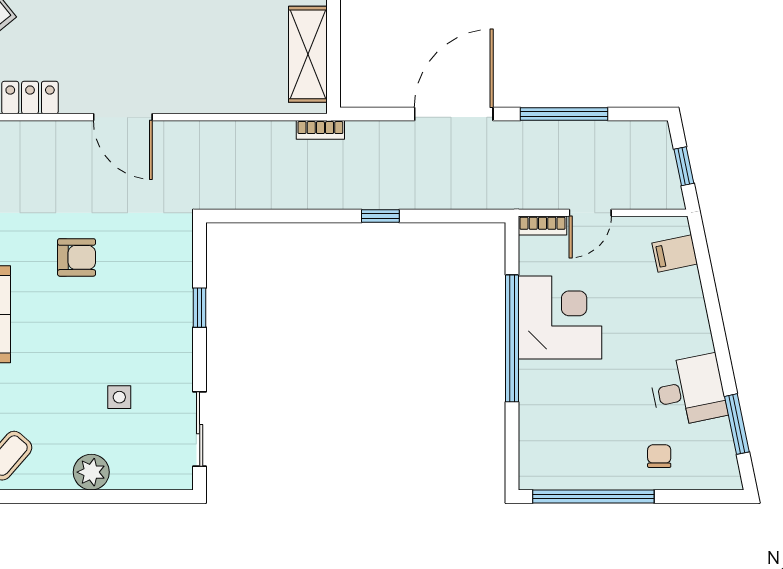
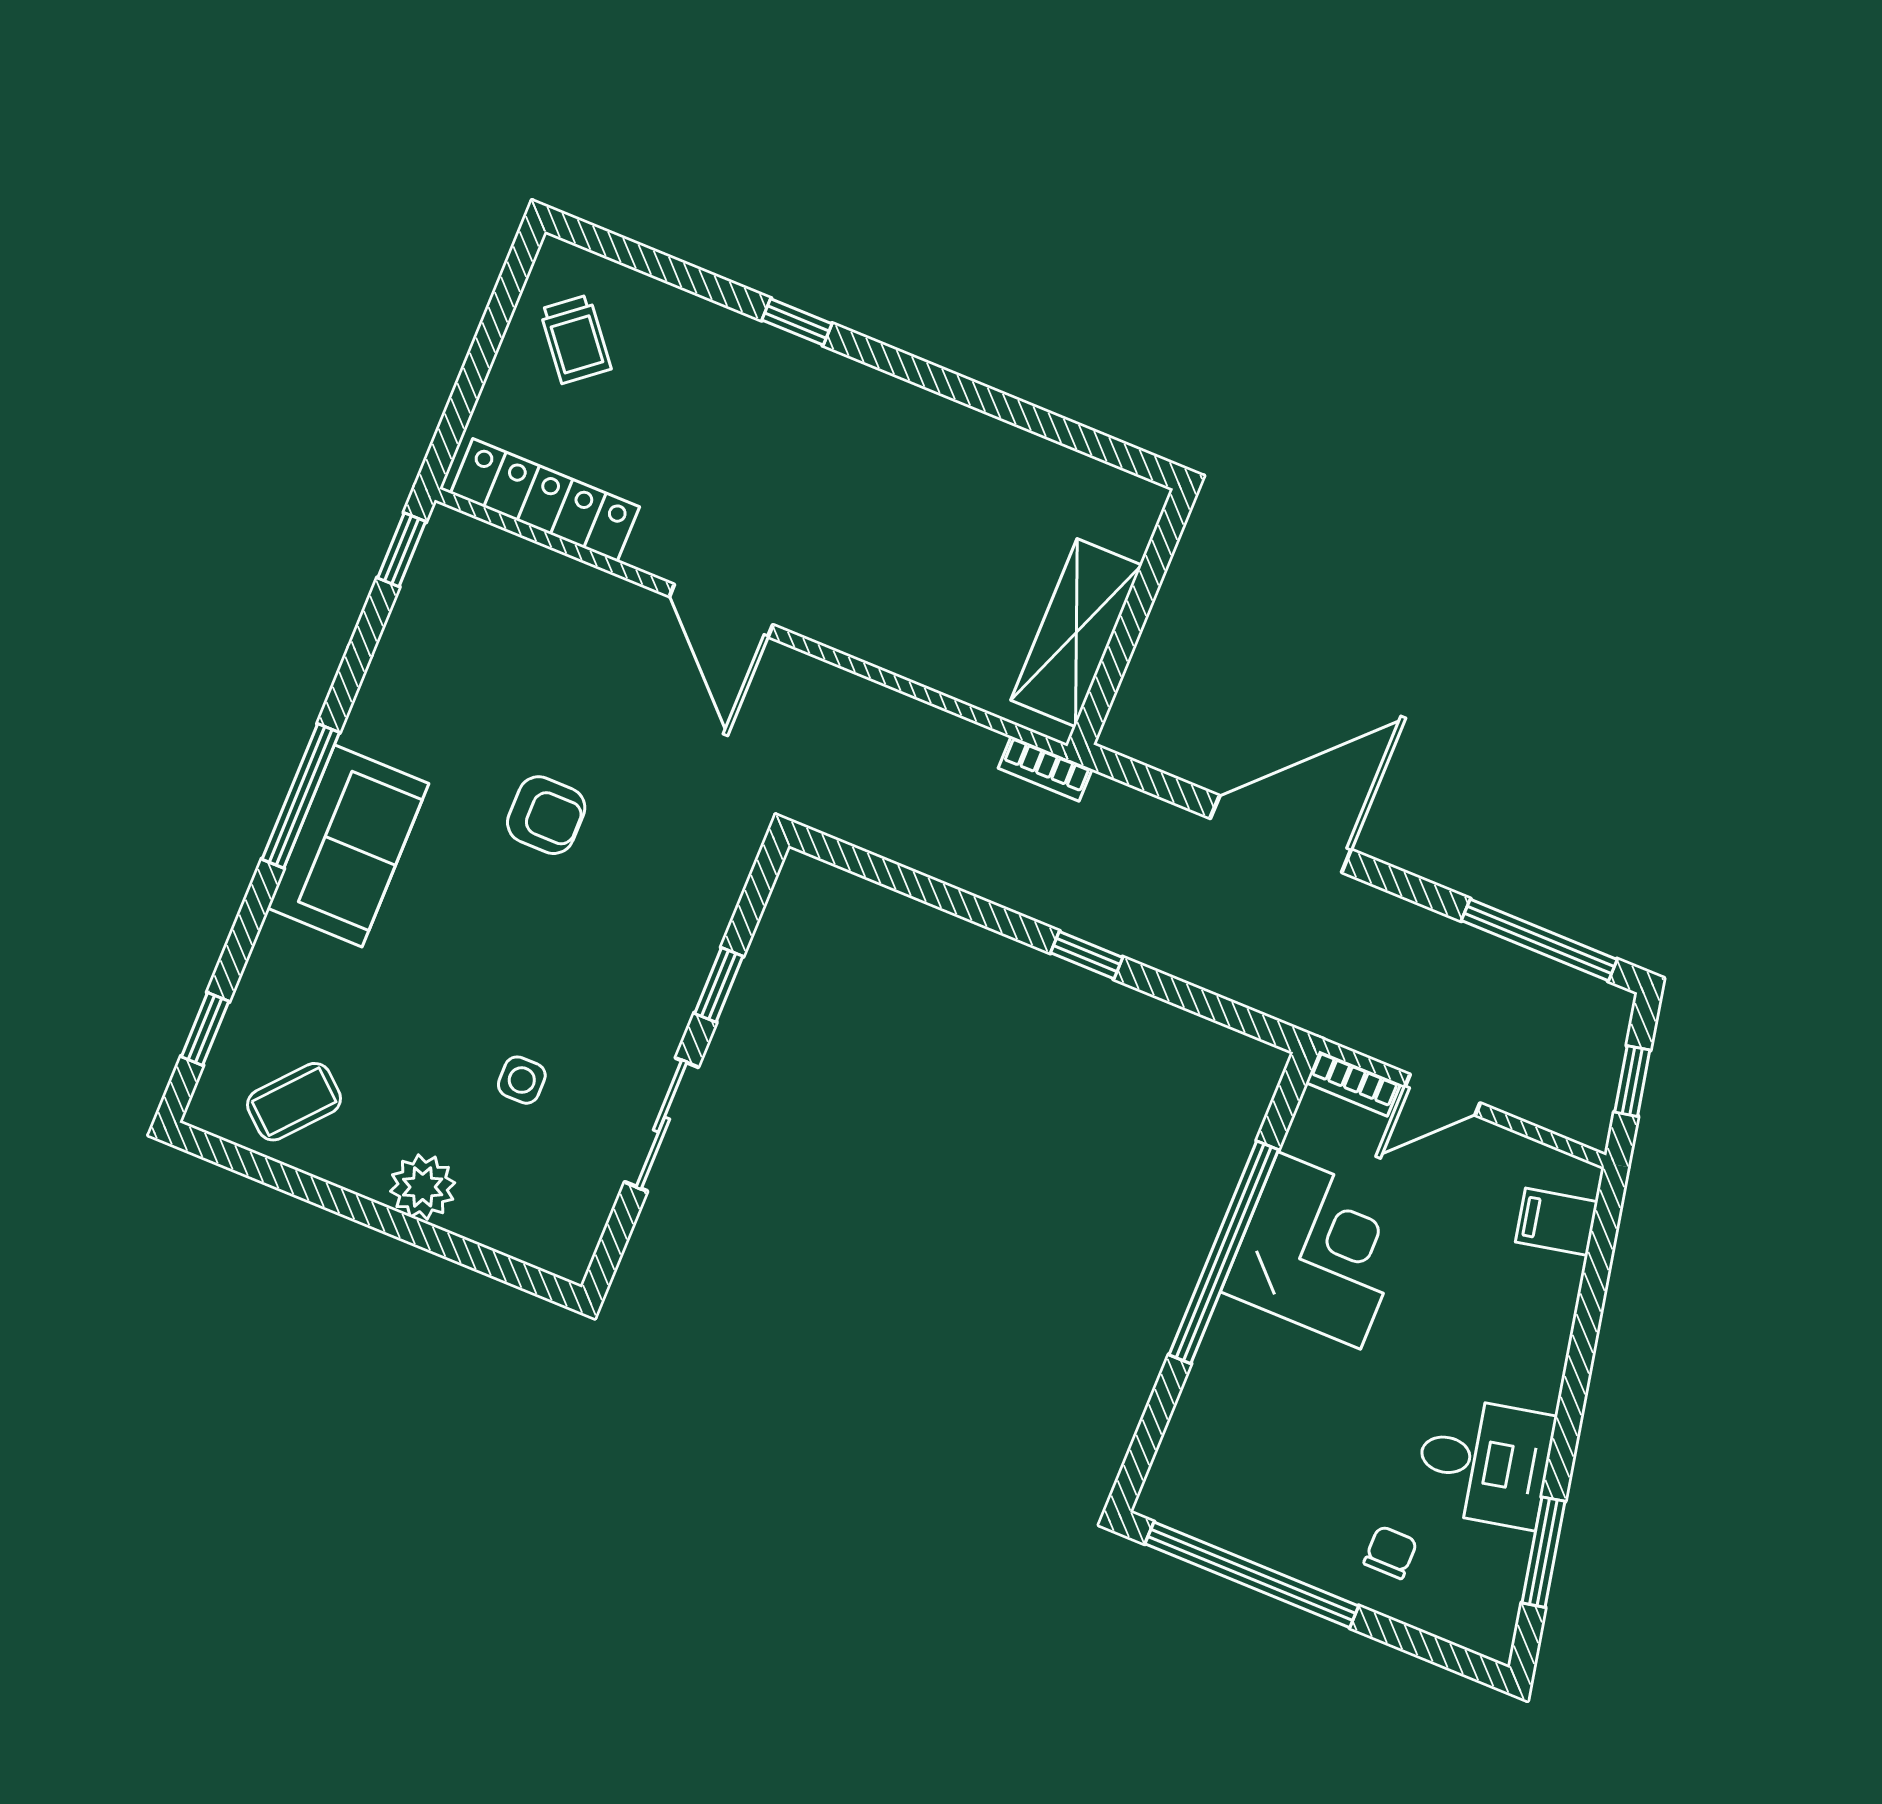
window: (564, 114) -> (1539, 940), moved
sliding door: (200, 429) -> (661, 1125), moved

